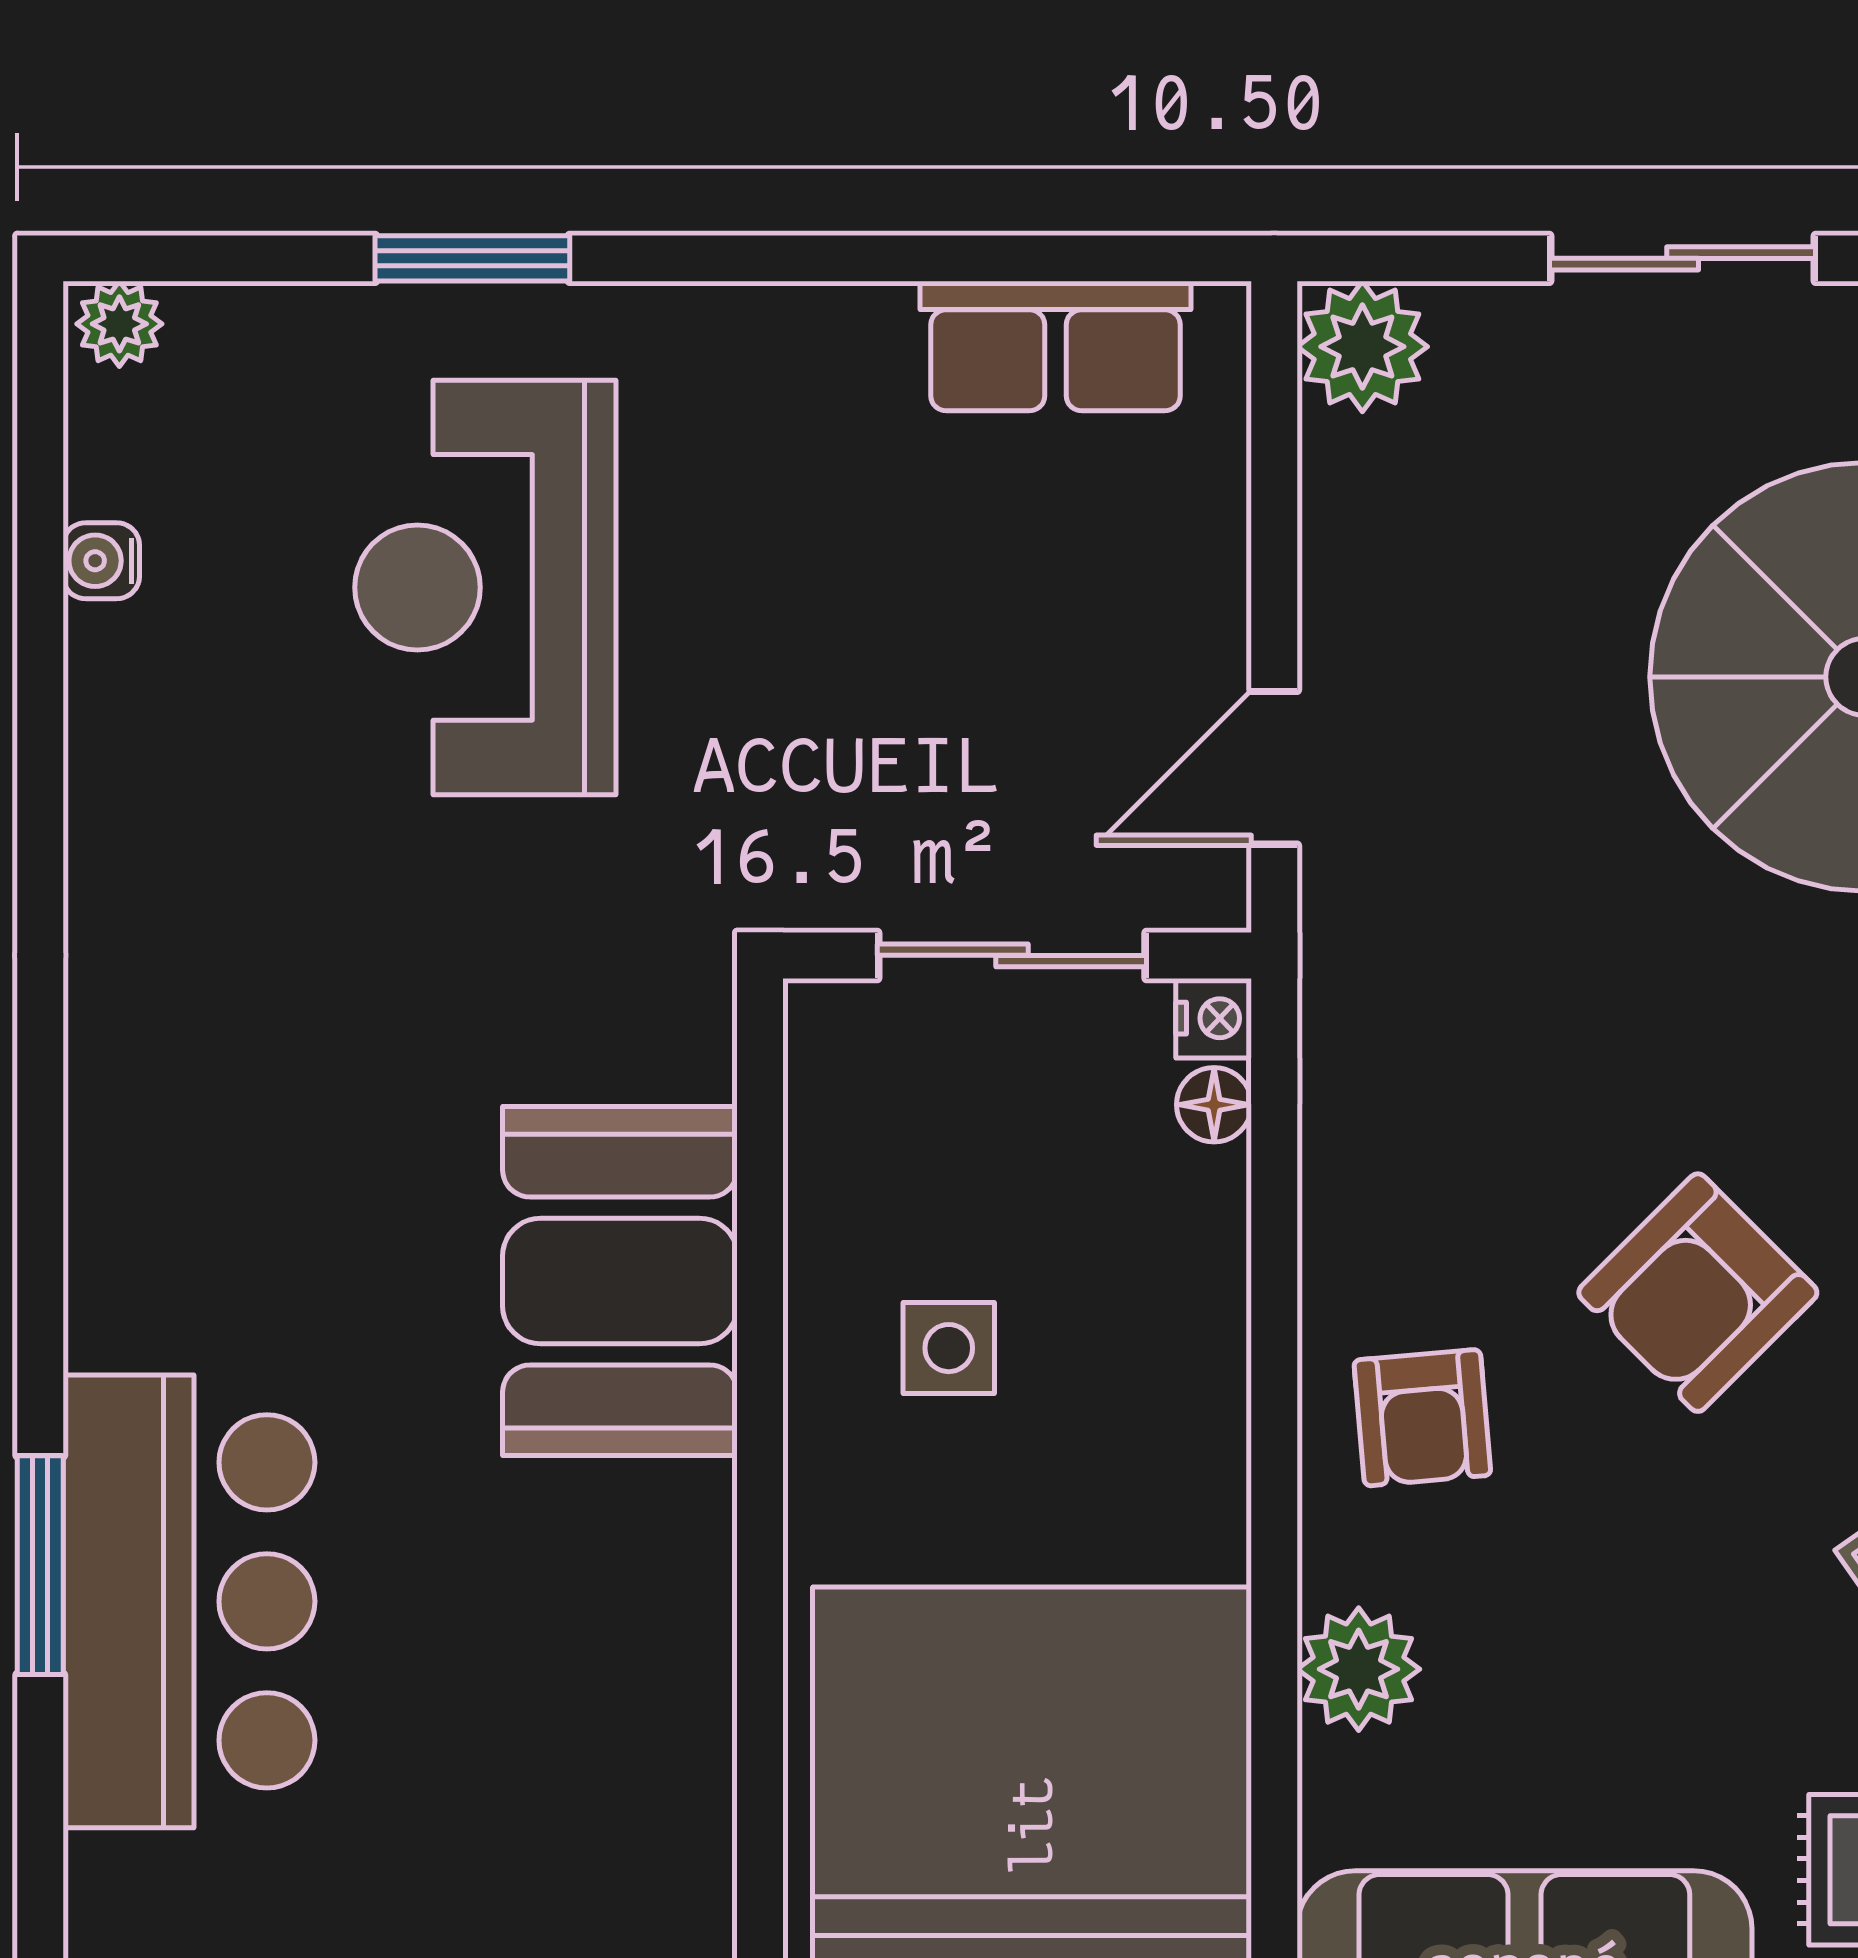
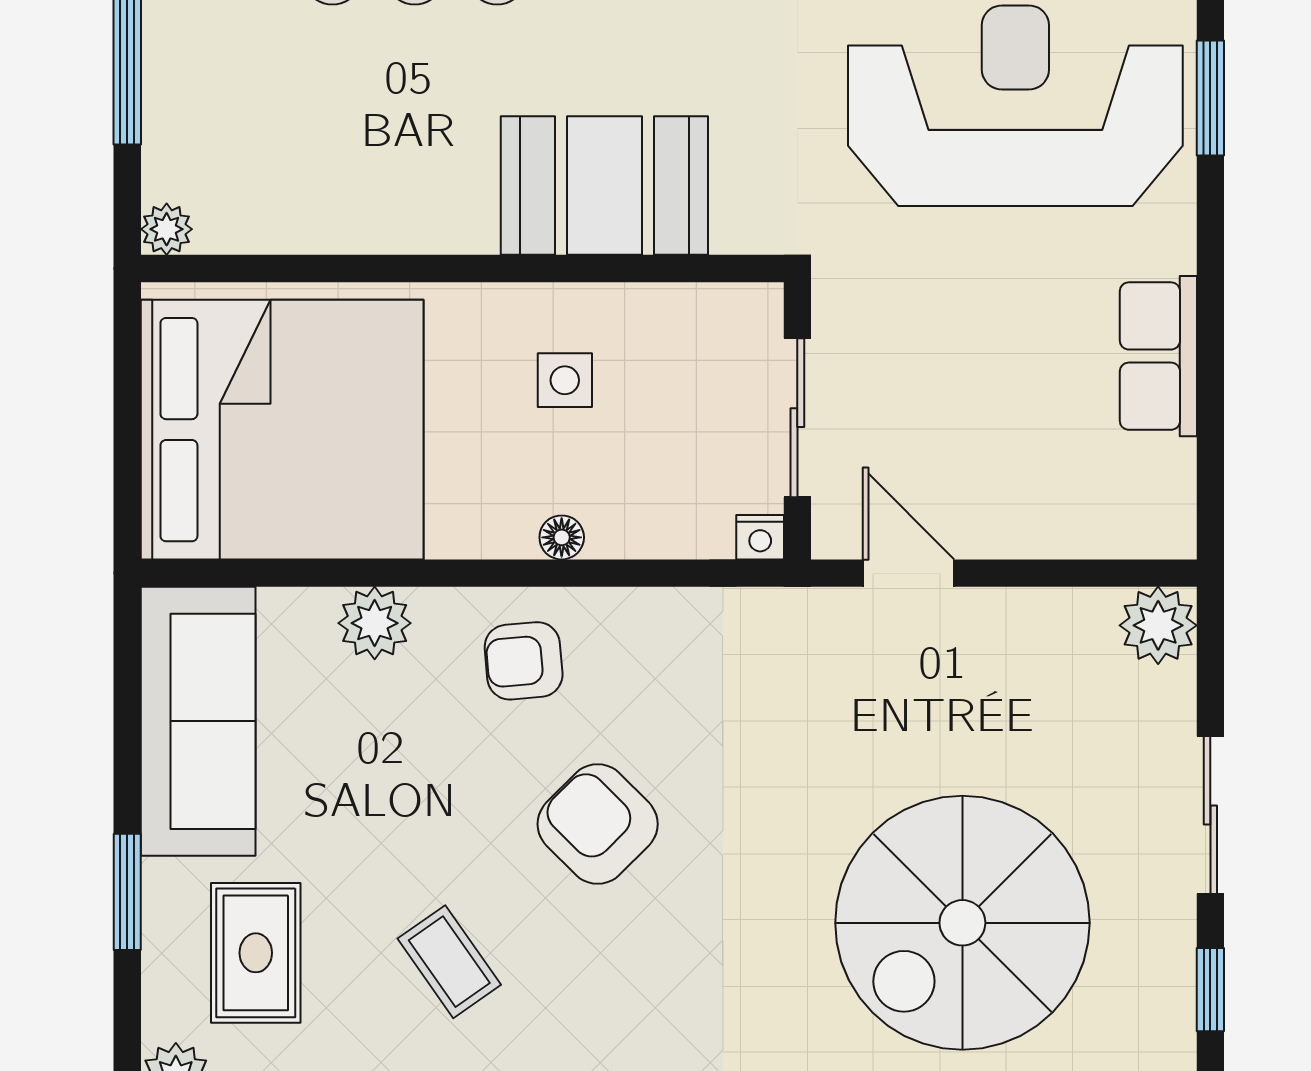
row of seats: (1055, 346) -> (1158, 356), moved
reception desk: (485, 587) -> (1015, 106), width x1.36, depth x1.30
floor lamp: (1214, 1105) -> (562, 537), moved

